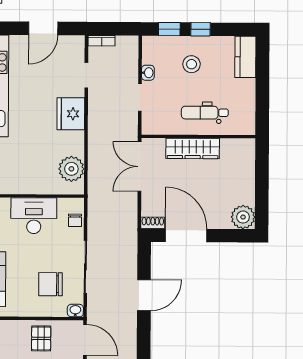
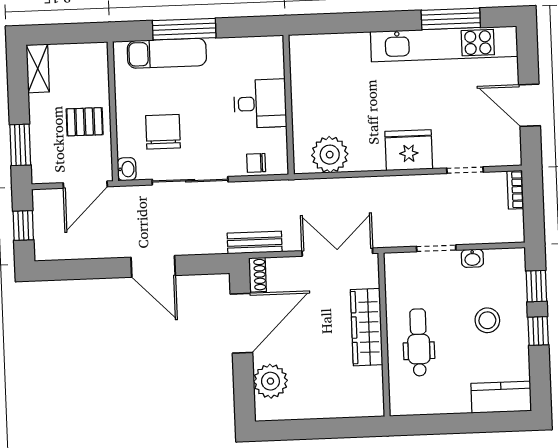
desk: (34, 216) -> (260, 104), width x0.73
plant: (243, 217) -> (270, 381), moved
bench: (130, 224) -> (255, 243), added

